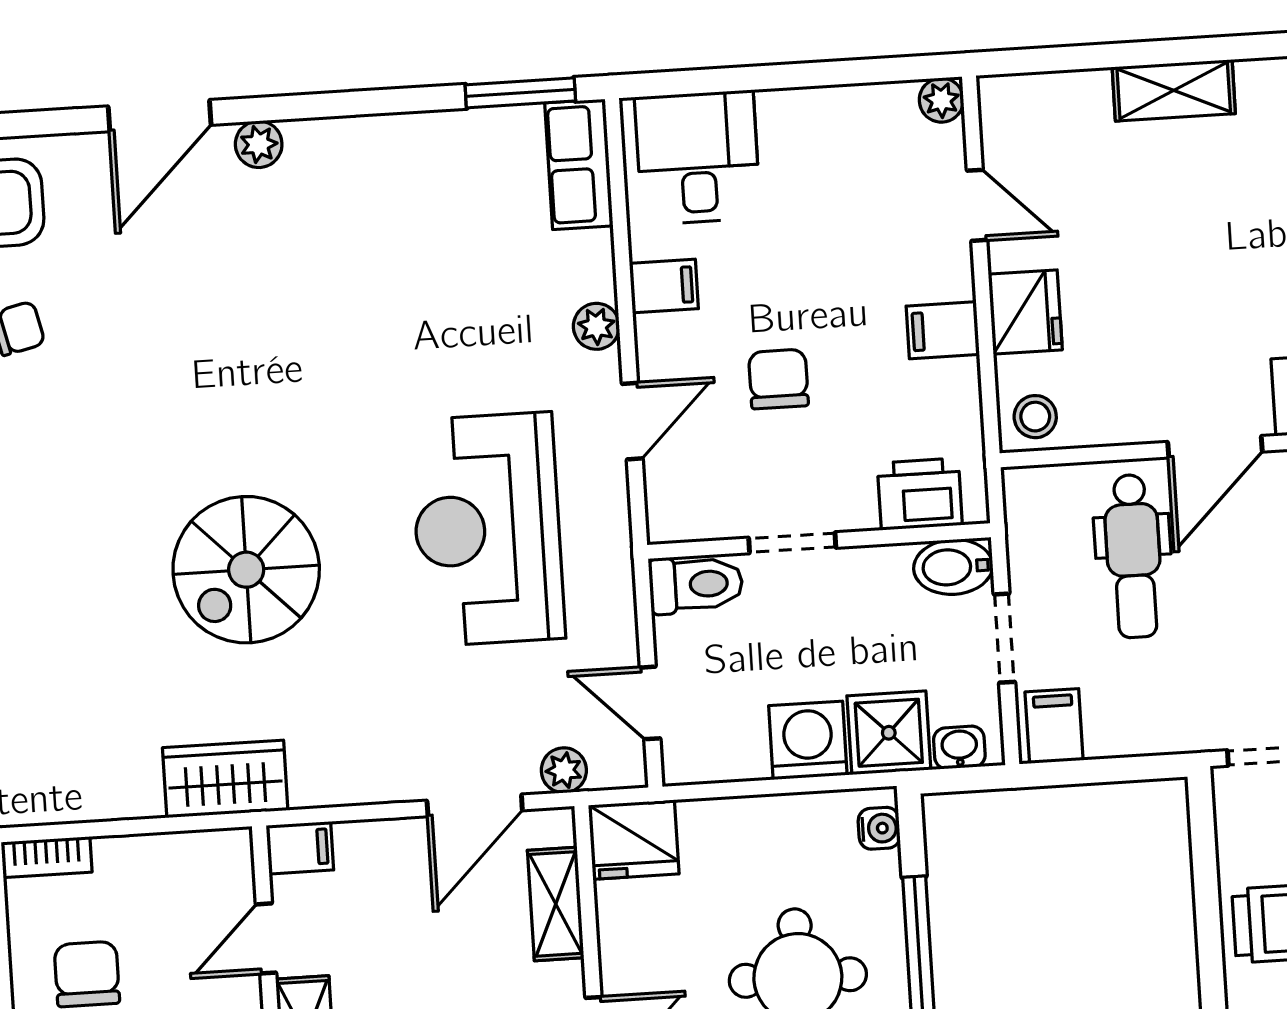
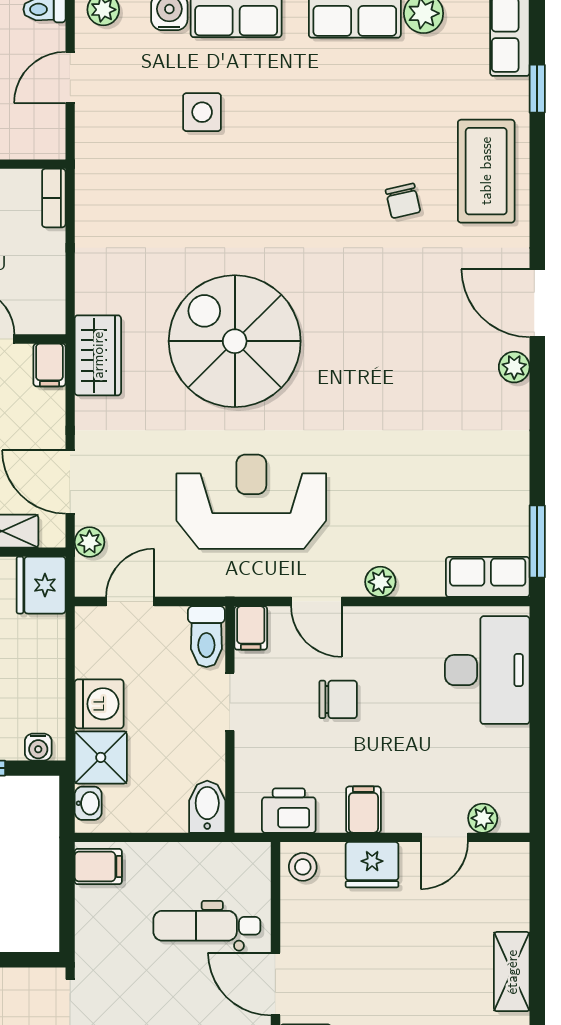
plant: (941, 100) -> (483, 818), moved
desk: (698, 158) -> (487, 670), width x1.37
filing cabinet: (664, 286) -> (251, 628), moved
printer: (920, 494) -> (289, 811), moved, turned -90
spiral stairs: (246, 570) -> (235, 341), width x1.37, depth x1.37
doorway: (1004, 638) -> (158, 837), removed
wardrobe: (225, 779) -> (98, 355), moved

